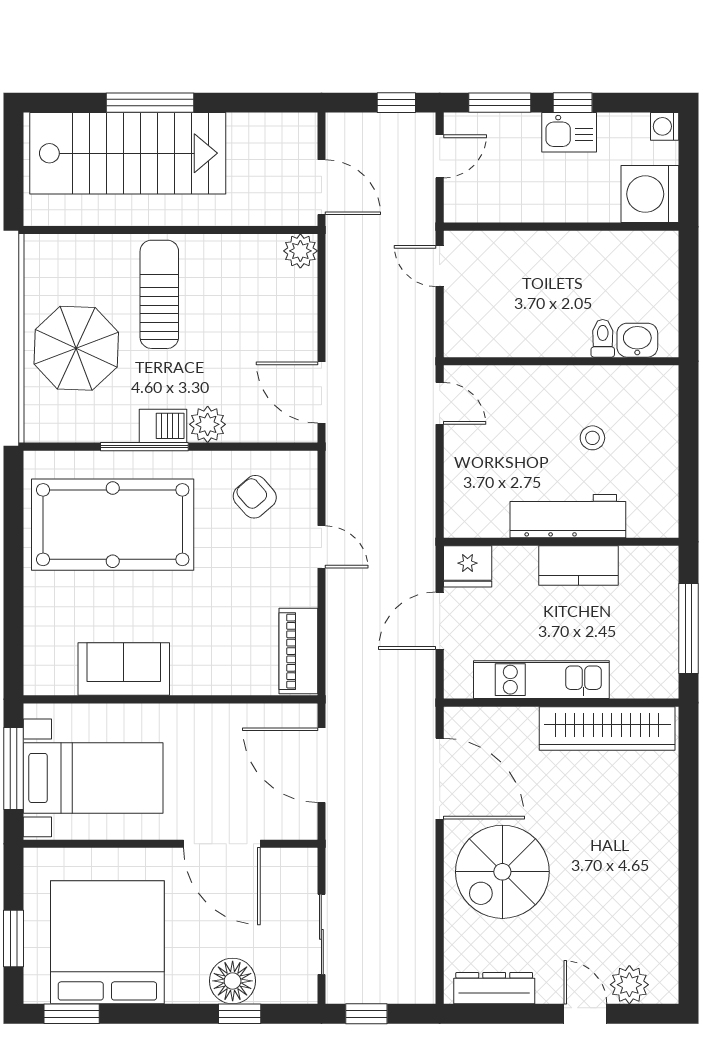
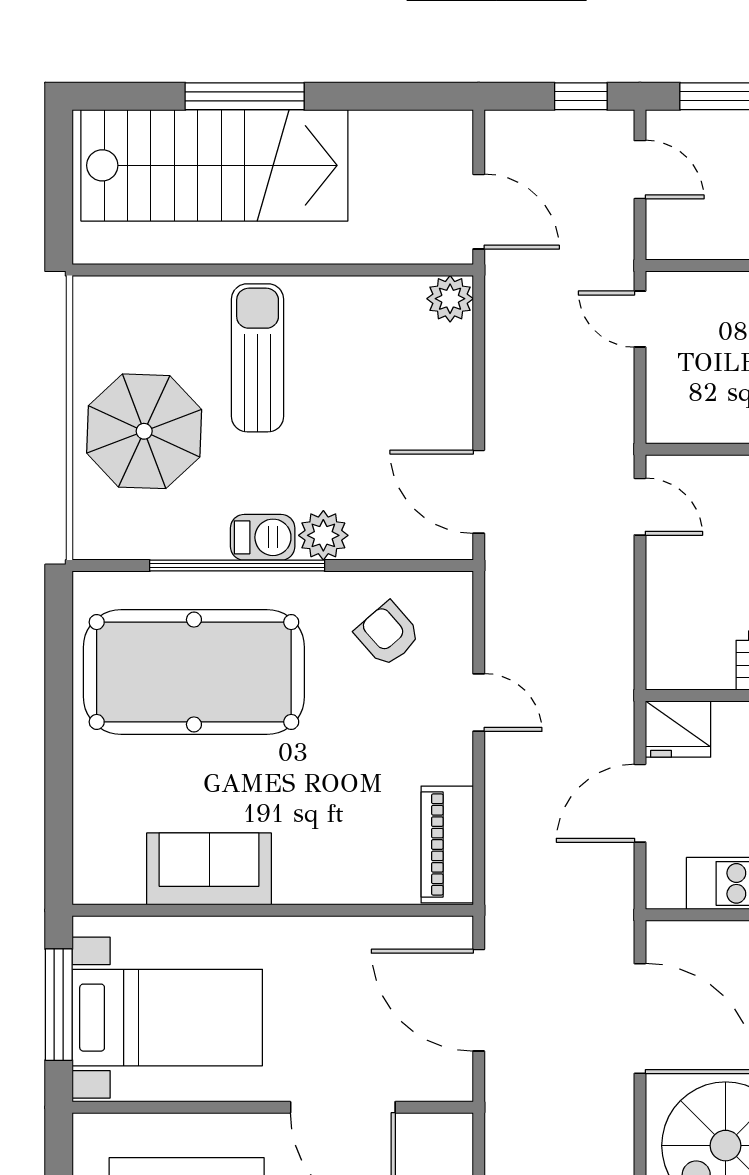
door: (440, 156) -> (640, 170), hinge flipped
window: (144, 447) -> (237, 566), width x1.46

